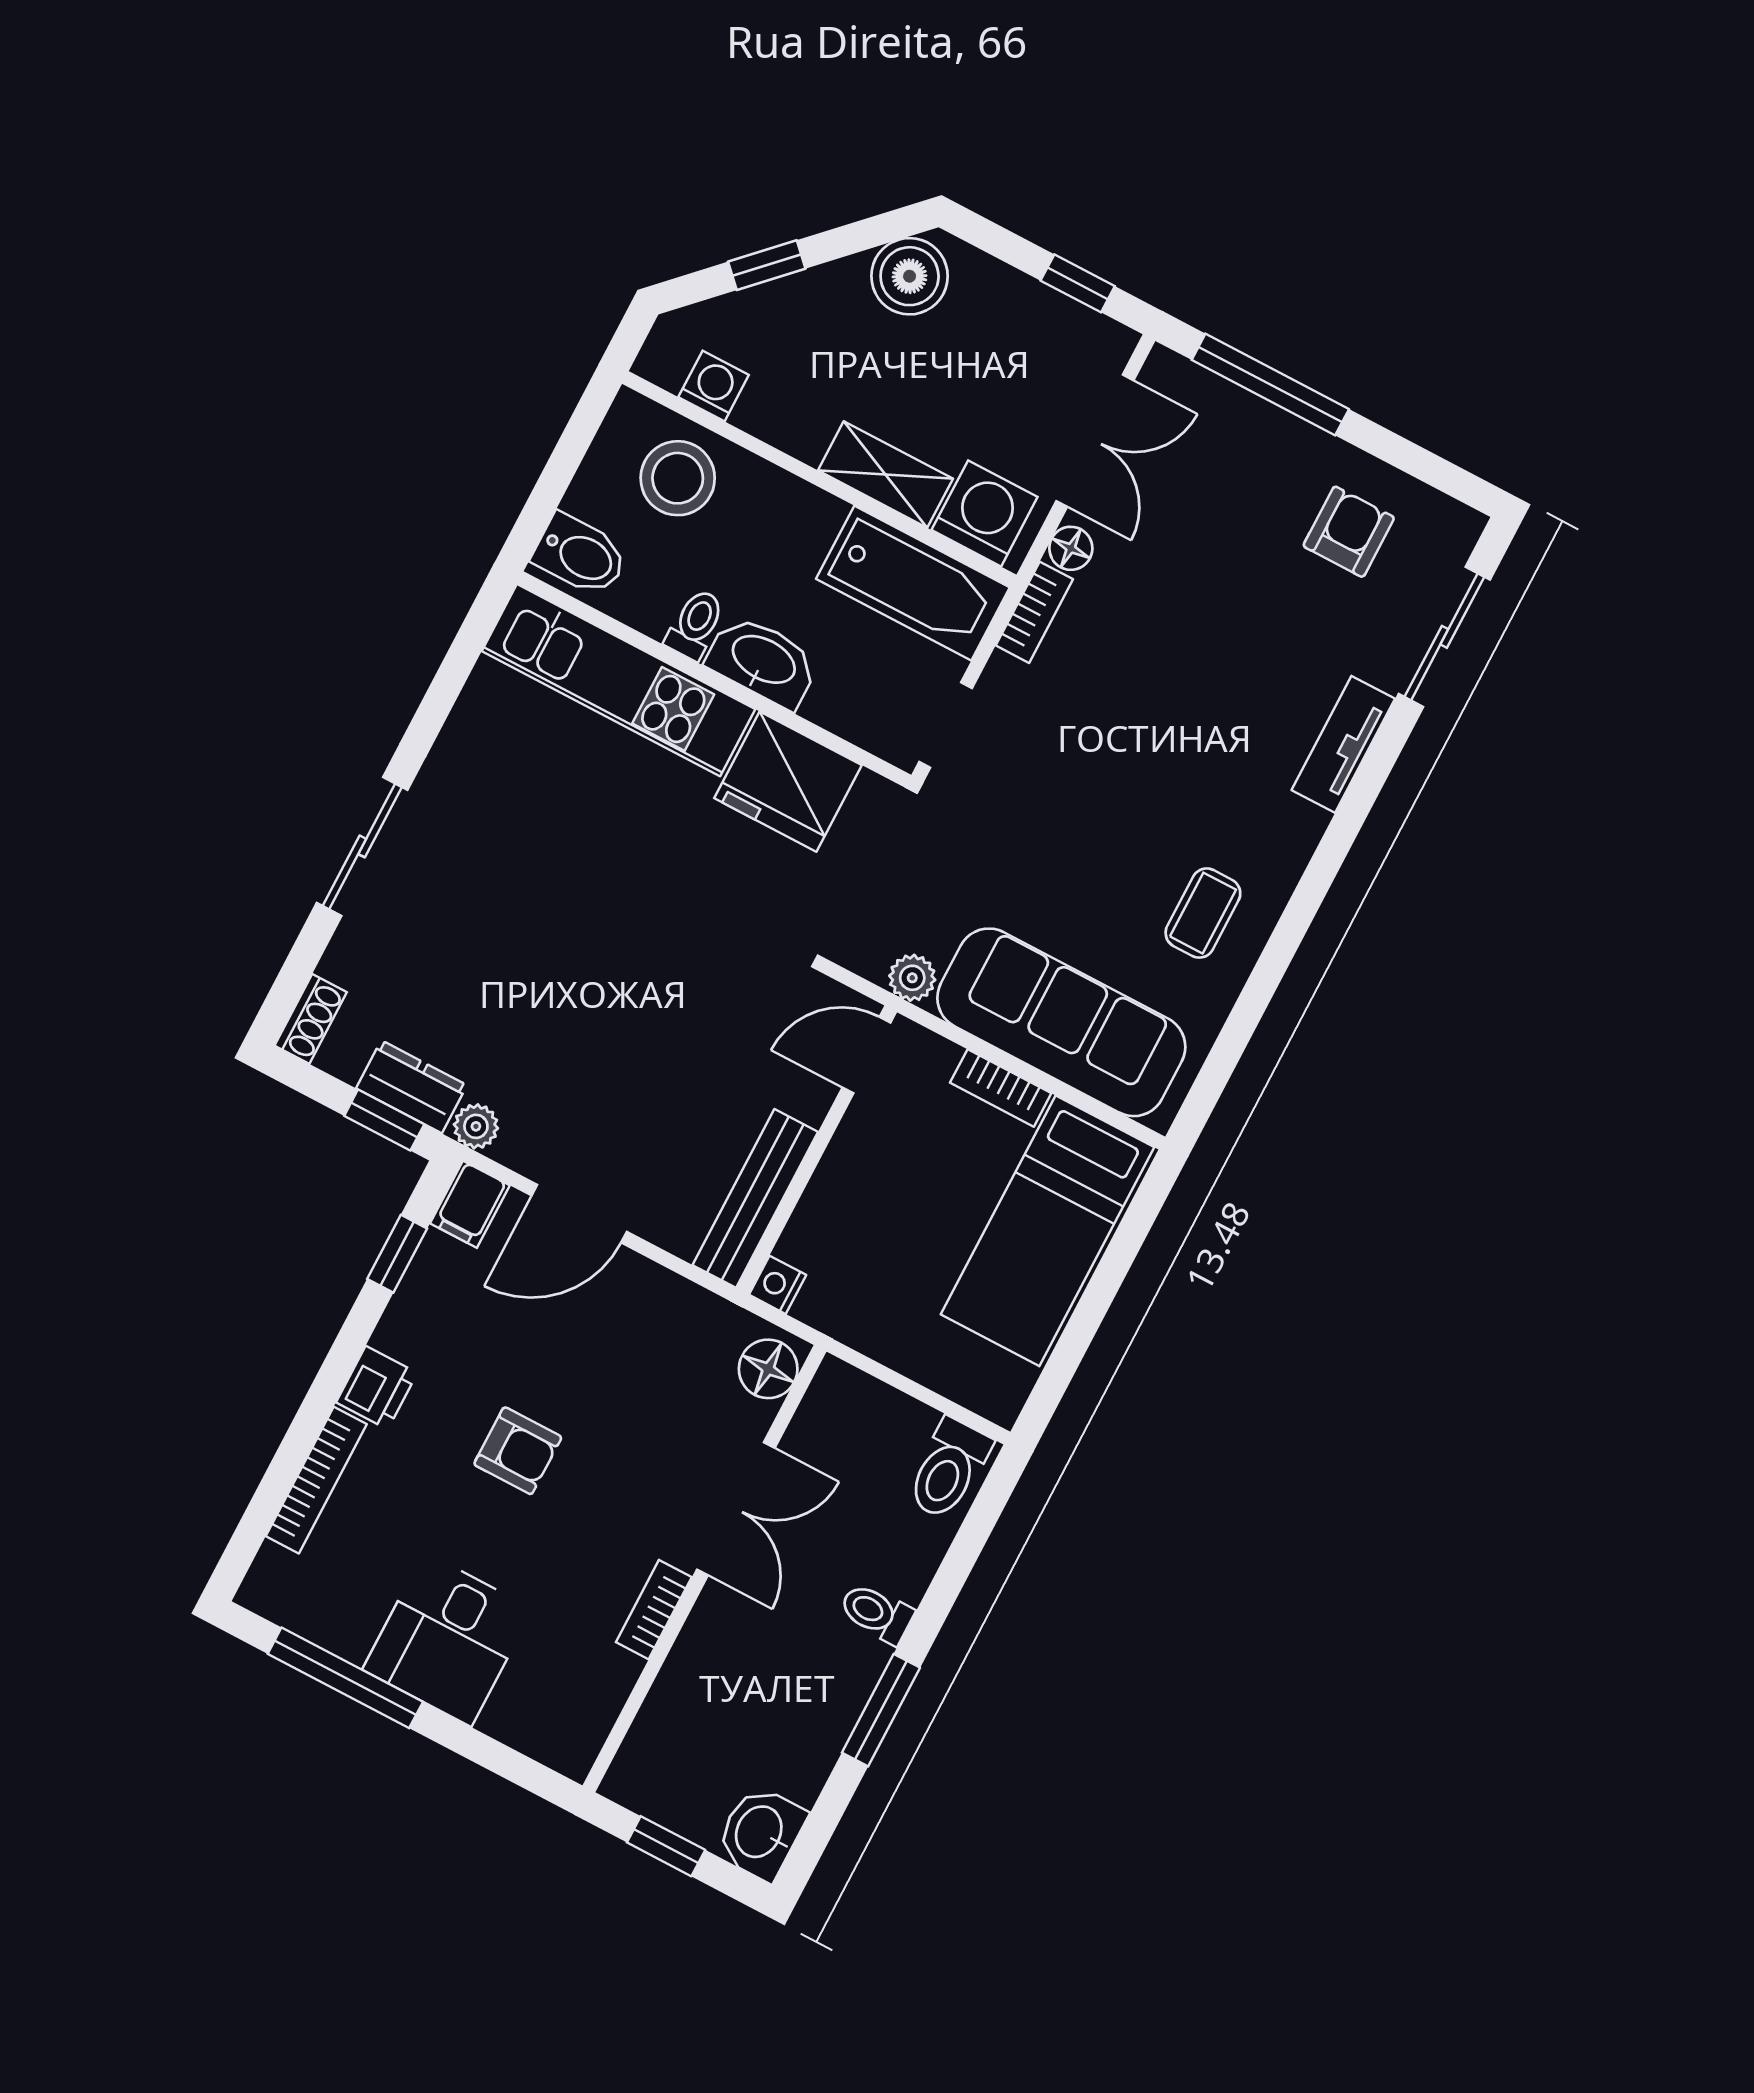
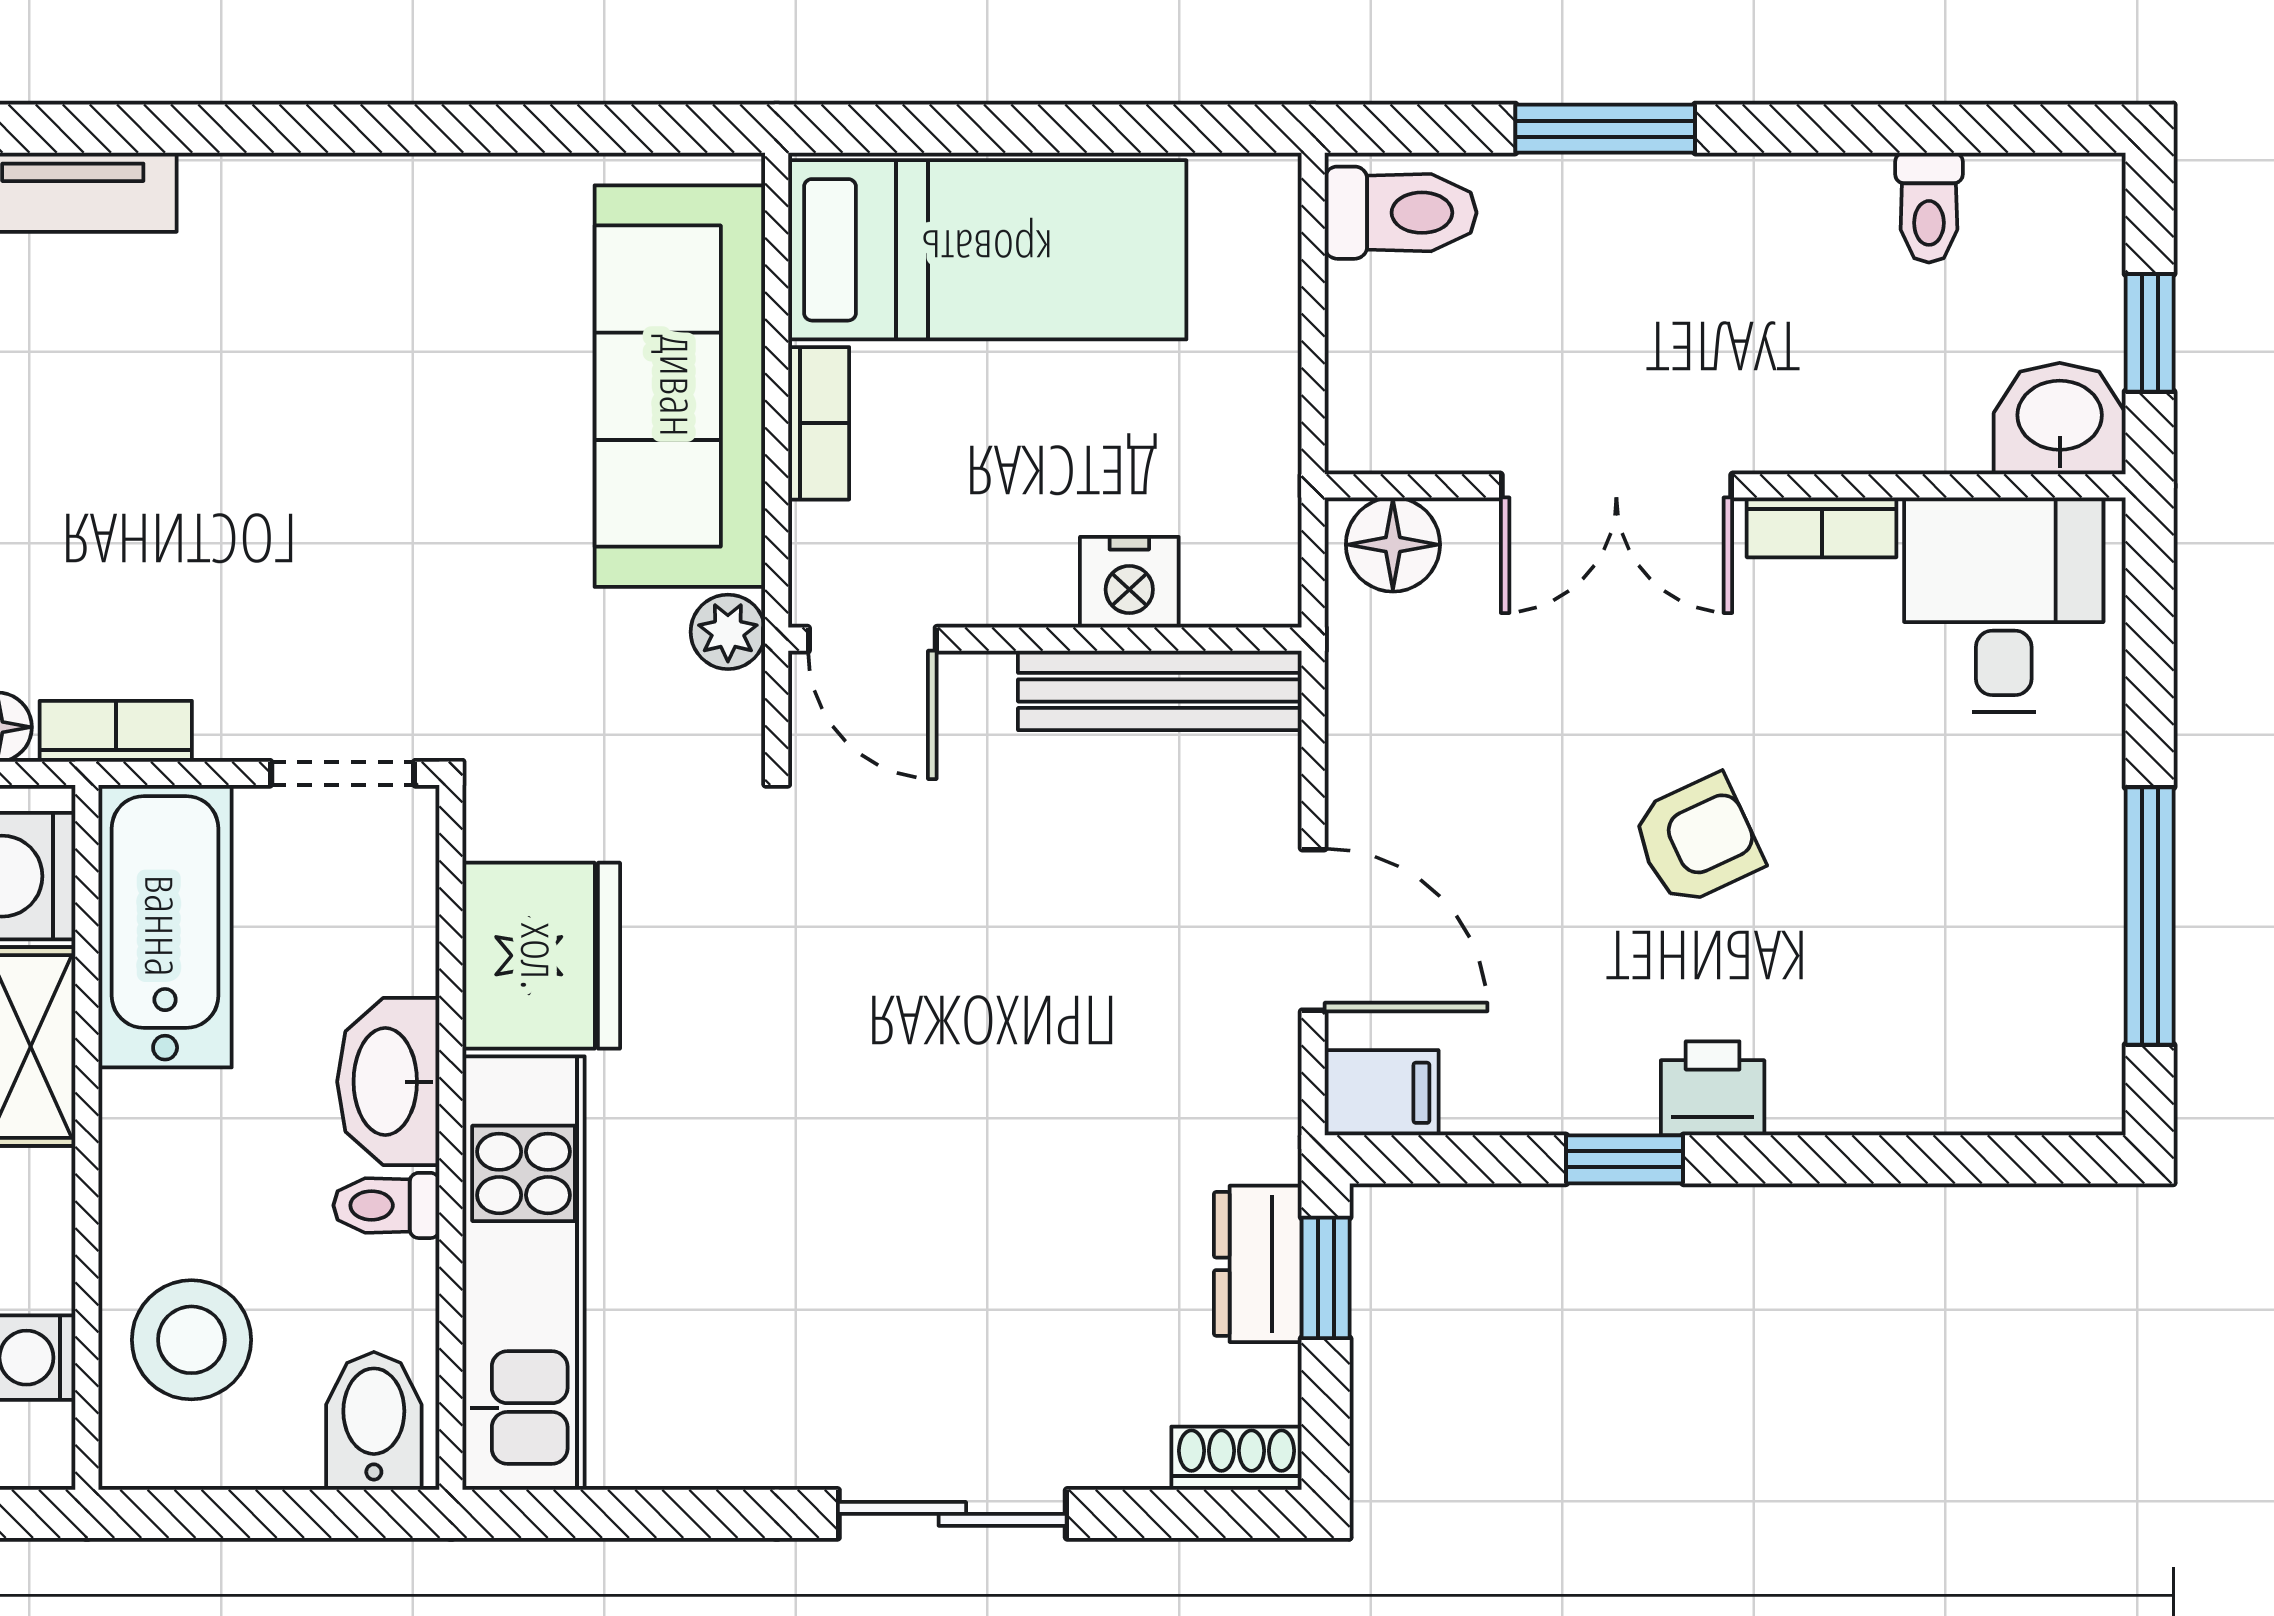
coffee table: (1203, 913) -> (418, 266), removed
plant: (476, 1126) -> (1266, 1142), removed
window: (397, 1254) -> (1625, 1159), moved
nightstand: (778, 1285) -> (1129, 582), moved, width x1.39, depth x1.35
armchair: (518, 1451) -> (1697, 840), turned 65
bookcase: (316, 1480) -> (1890, 1105), removed
double door: (736, 1509) -> (1616, 486), swing flipped
toilet: (876, 1613) -> (1929, 208), moved
desk: (448, 1639) -> (2004, 605), moved, turned -90
window: (881, 1710) -> (1605, 129), moved
washbasin: (761, 1833) -> (2060, 419), moved, turned 180

